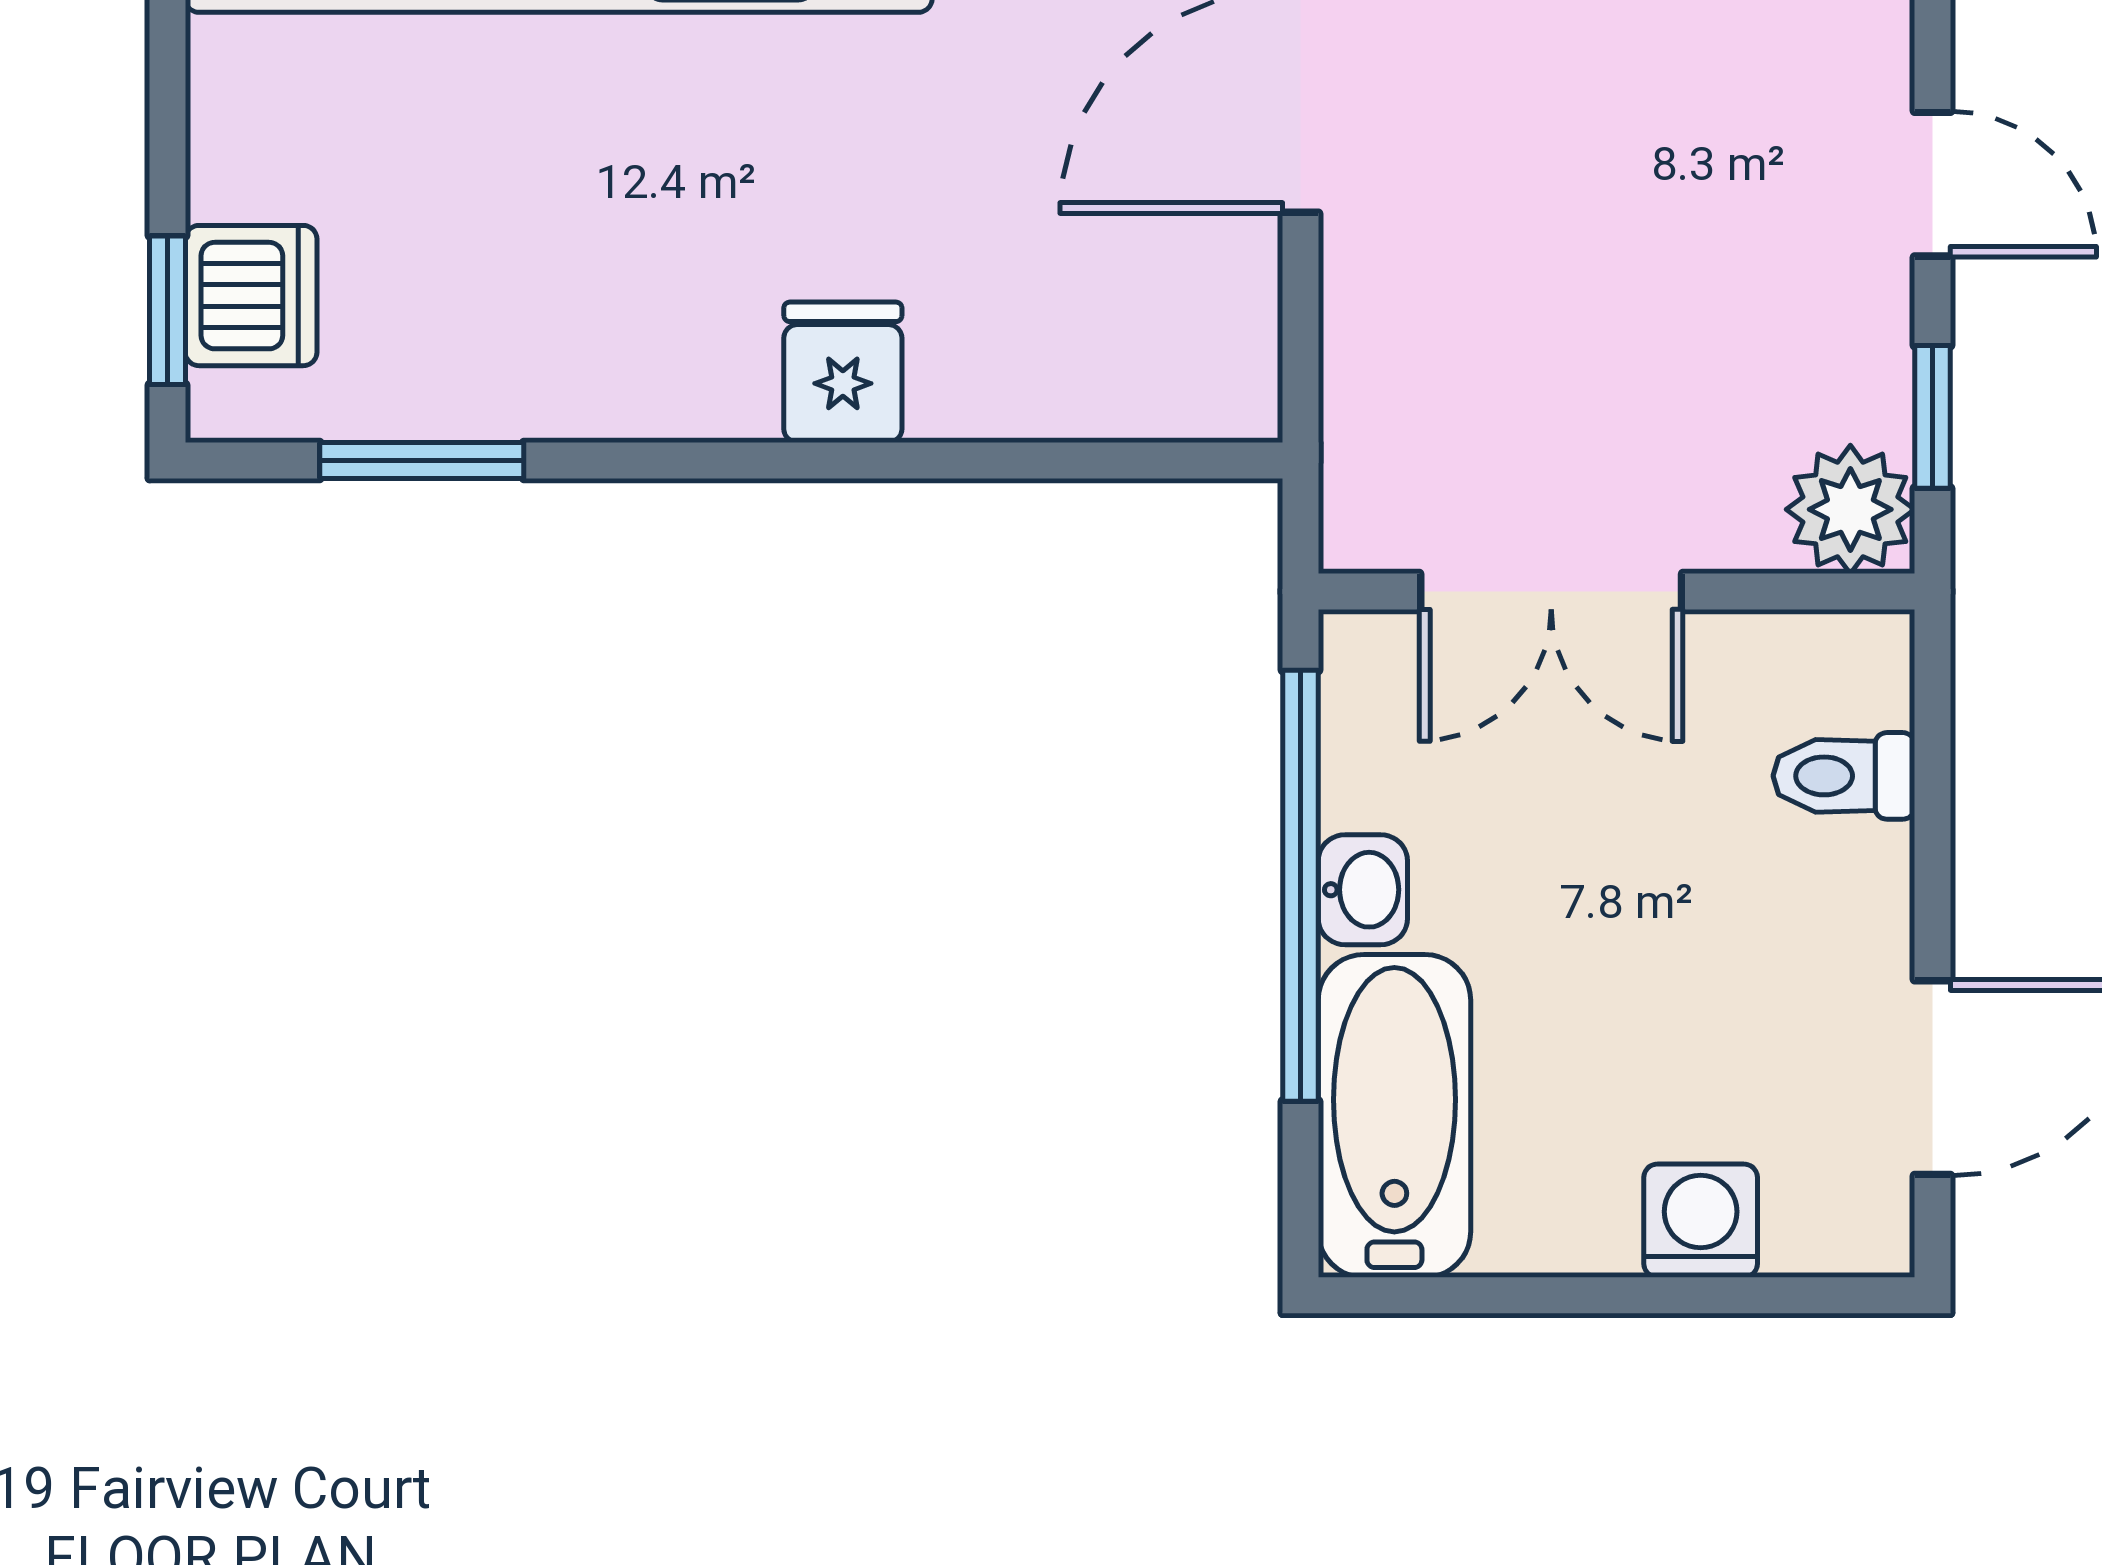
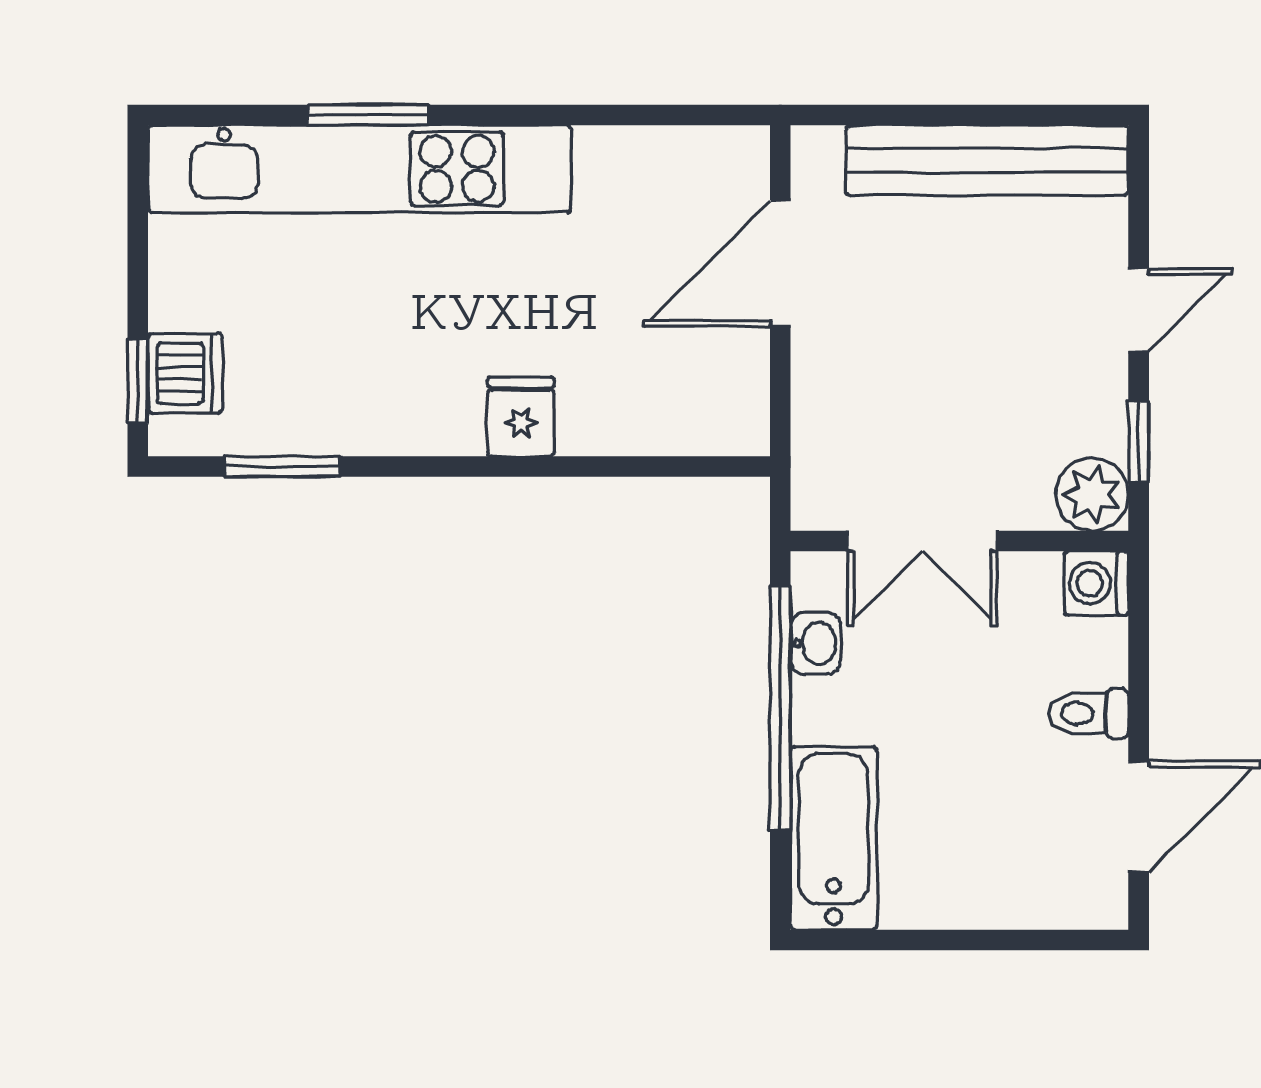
door: (1932, 184) -> (1139, 310), hinge flipped
toilet: (1844, 776) -> (1088, 714), moved
washbasin: (1363, 890) -> (816, 643), moved
washing machine: (1701, 1221) -> (1096, 583), moved, turned -90

